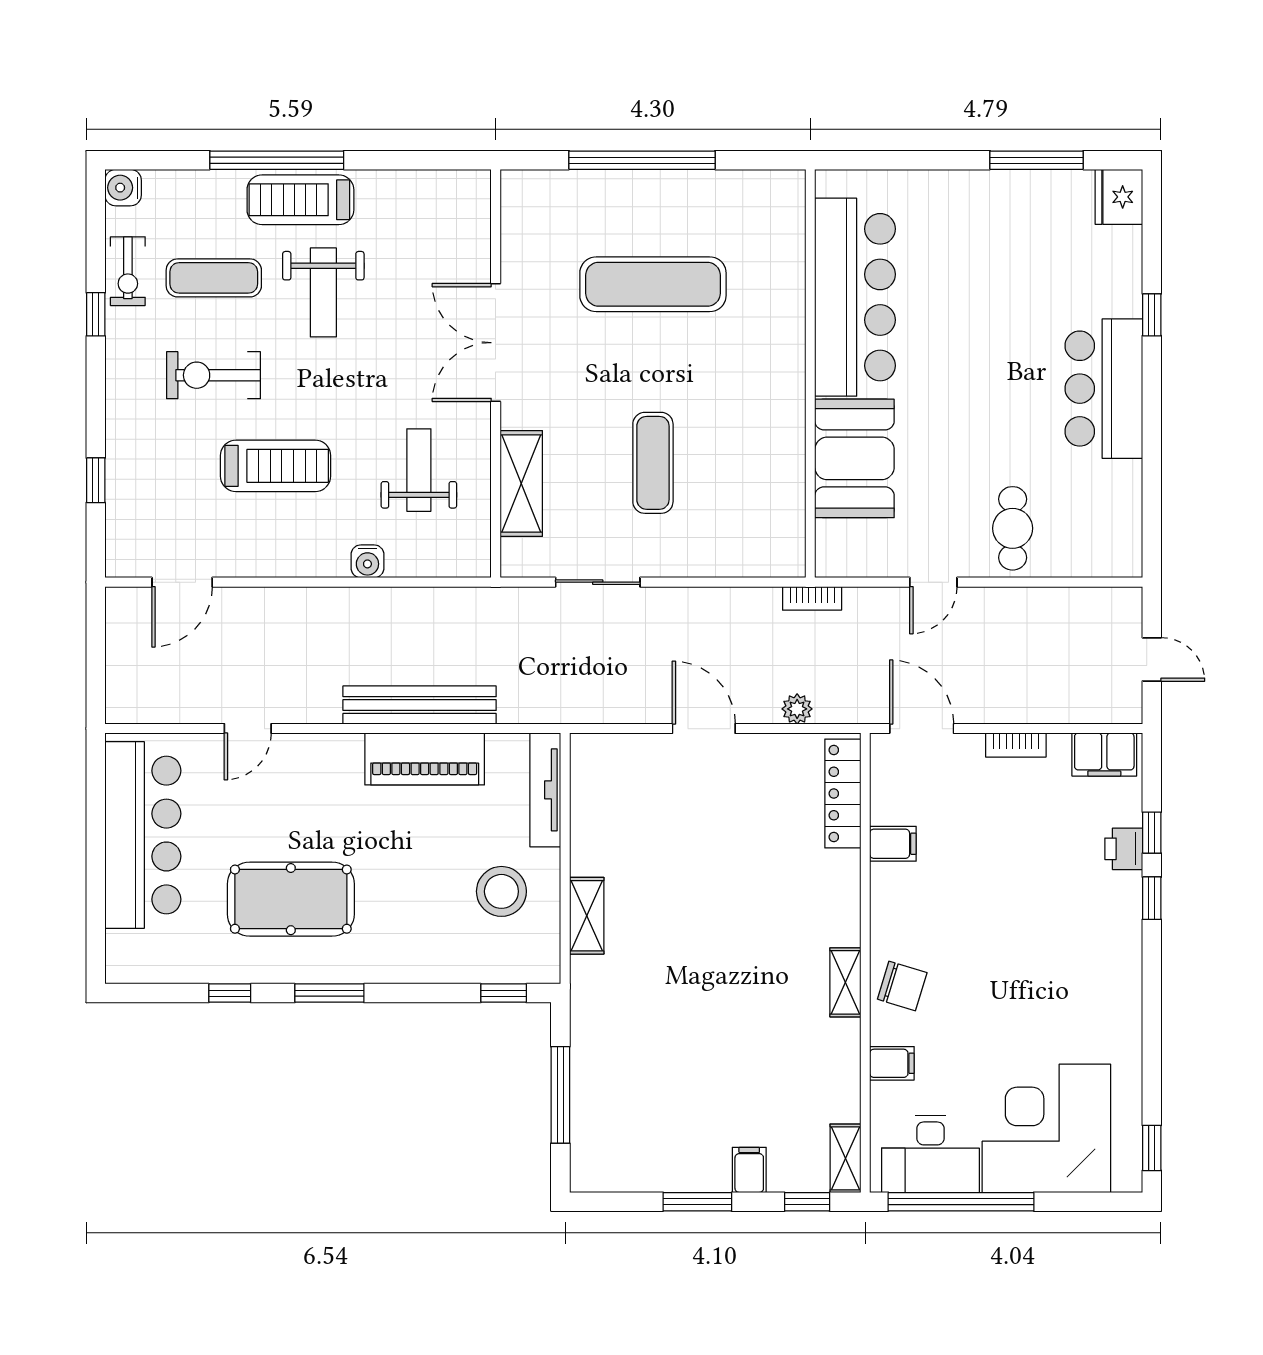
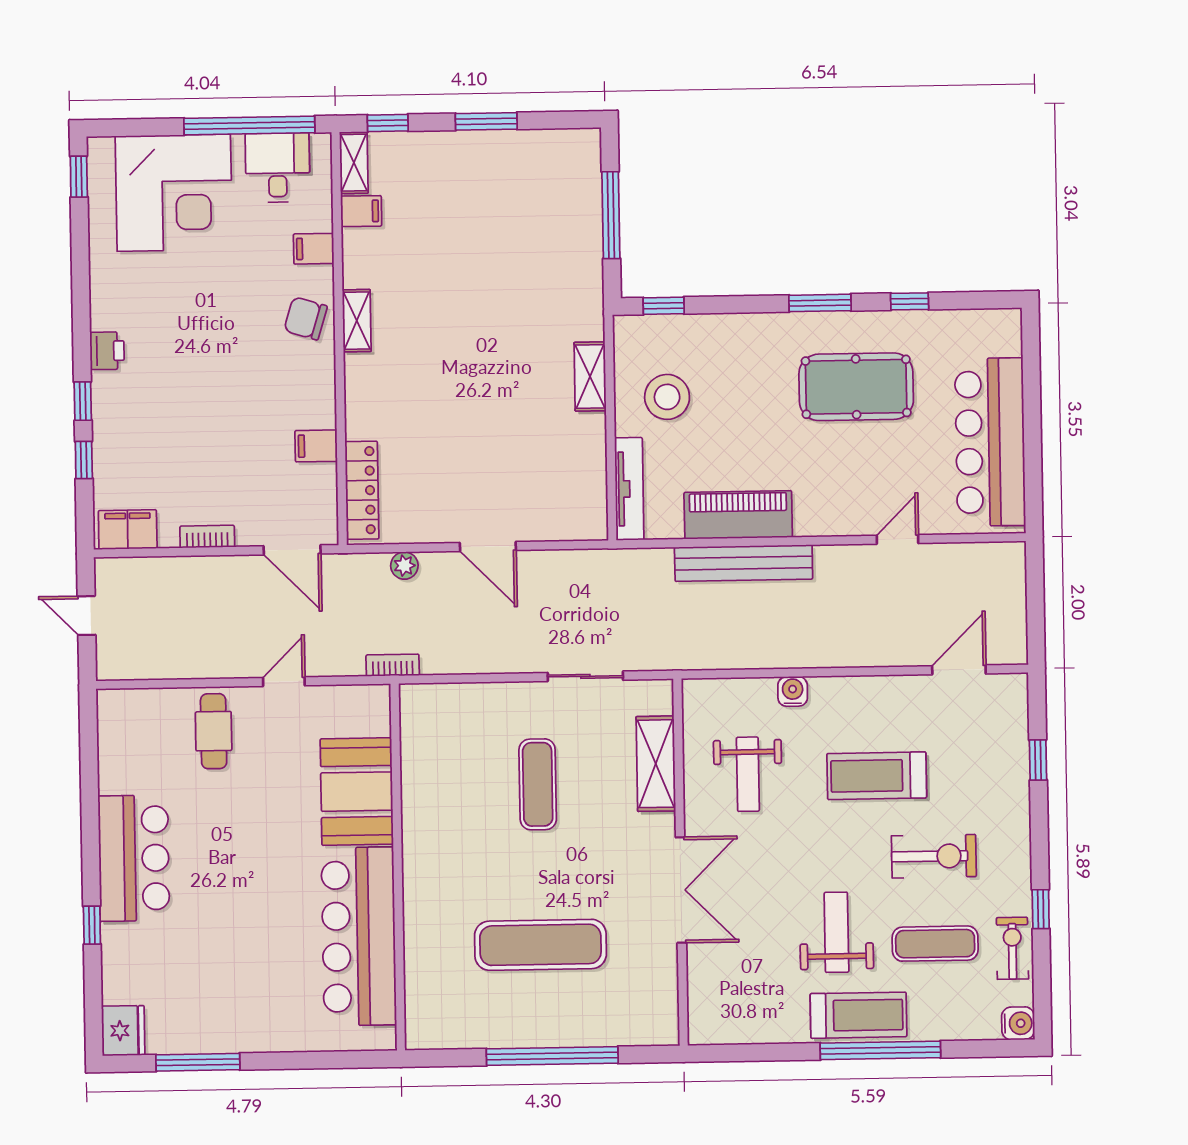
printer: (1124, 849) -> (107, 351), moved
desk: (930, 1154) -> (278, 168), width x0.73
filing cabinet: (749, 1170) -> (361, 211), moved, turned -90

